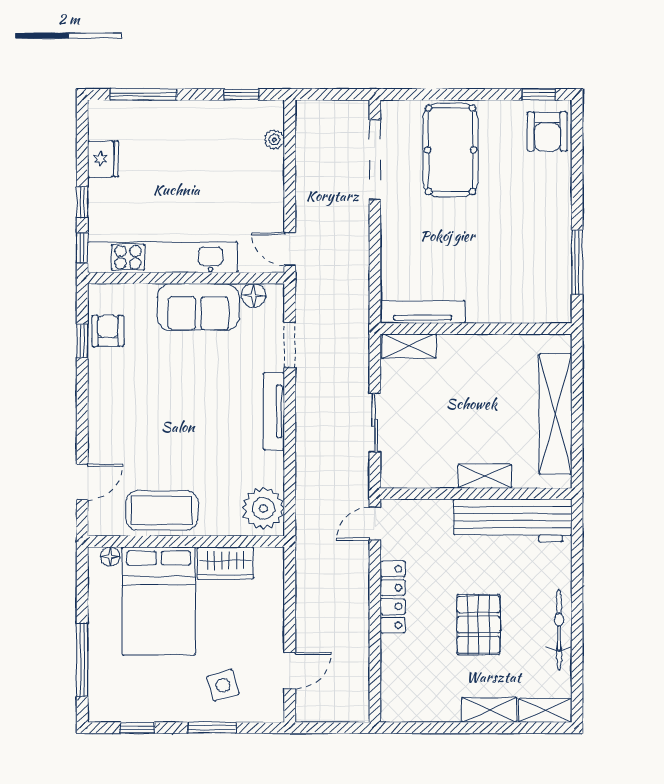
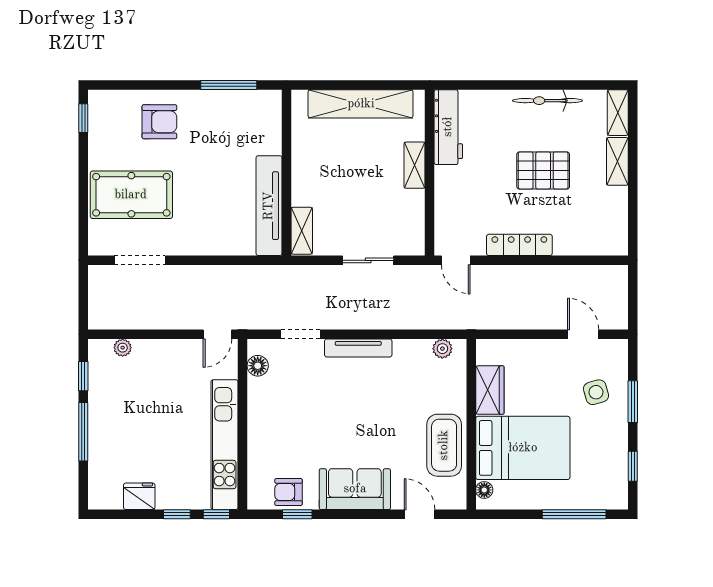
window: (143, 94) -> (83, 432), moved
armchair: (547, 132) -> (159, 122), moved
doorway: (375, 160) -> (140, 260), width x0.73
sofa: (198, 307) -> (355, 489), moved, turned -90
tv unit: (423, 312) -> (269, 206), width x1.36, depth x1.29
plant: (263, 508) -> (442, 349), width x0.53, depth x0.53
workbench: (513, 520) -> (448, 127), width x0.73, depth x0.76

